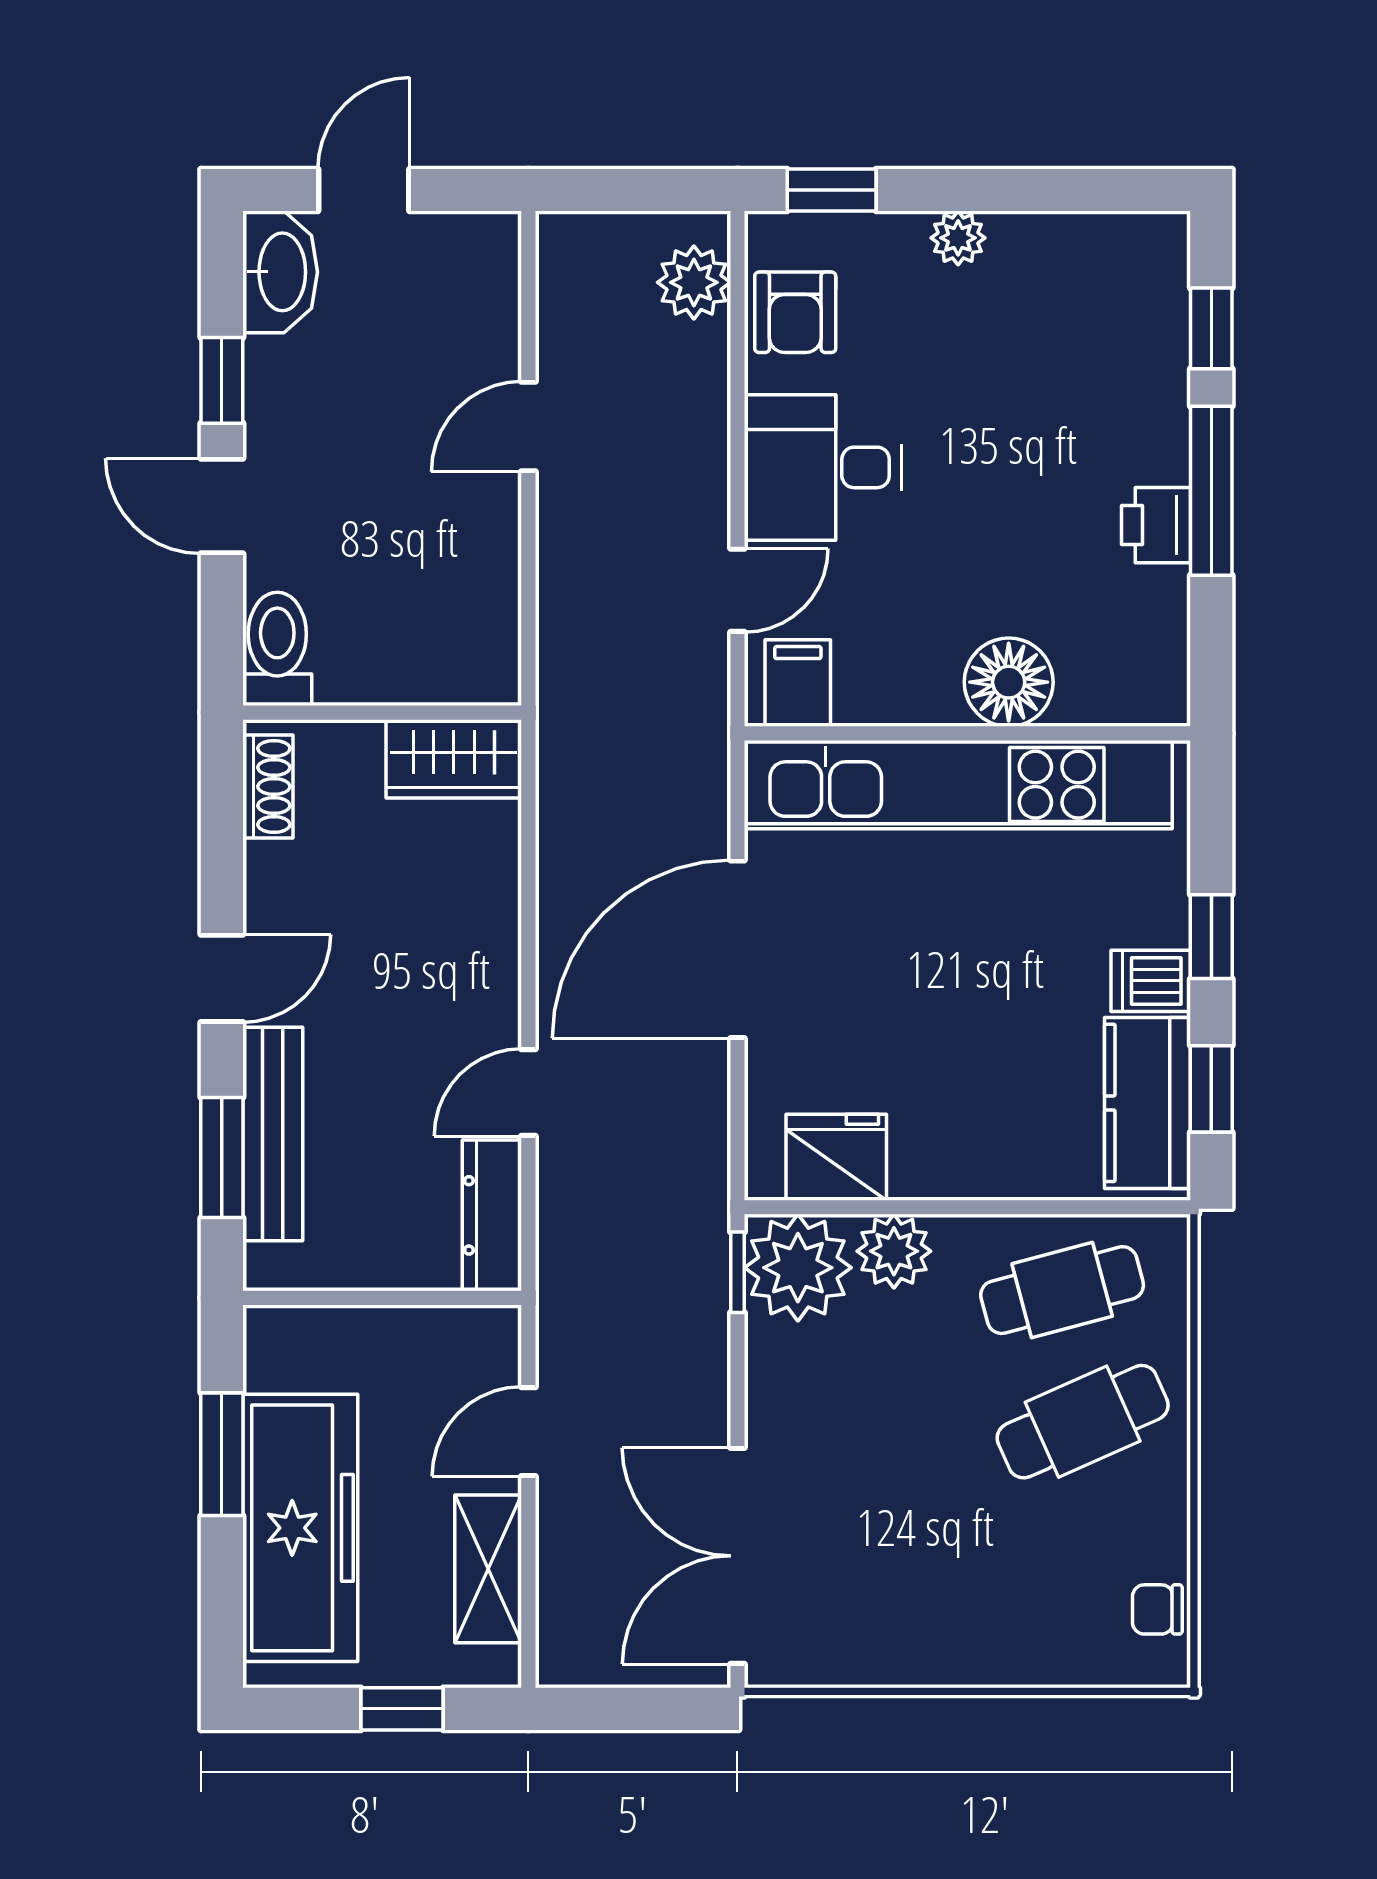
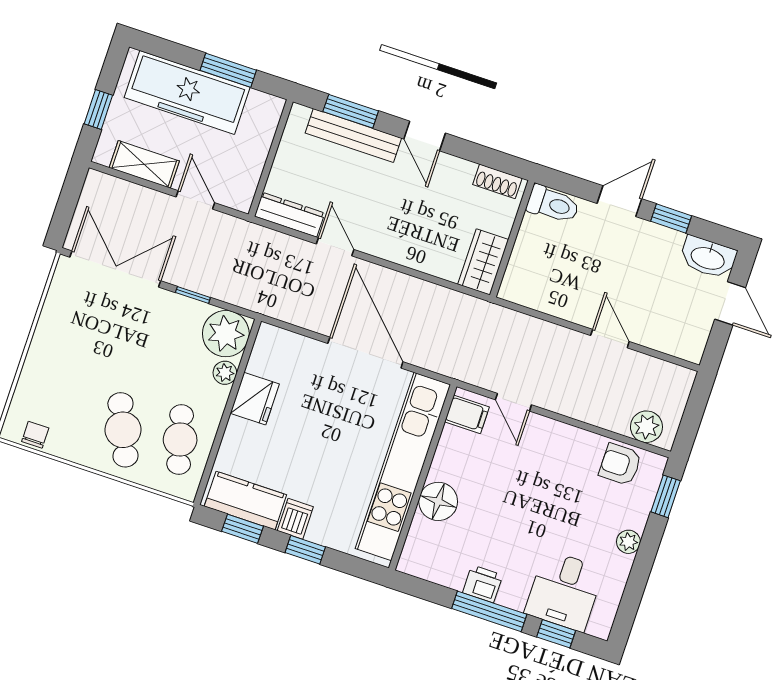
desk: (823, 467) -> (564, 591), moved, turned 180
fridge: (836, 1157) -> (255, 399), moved
plant: (894, 1251) -> (225, 373), width x0.73, depth x0.73
window: (737, 1272) -> (193, 295), moved

